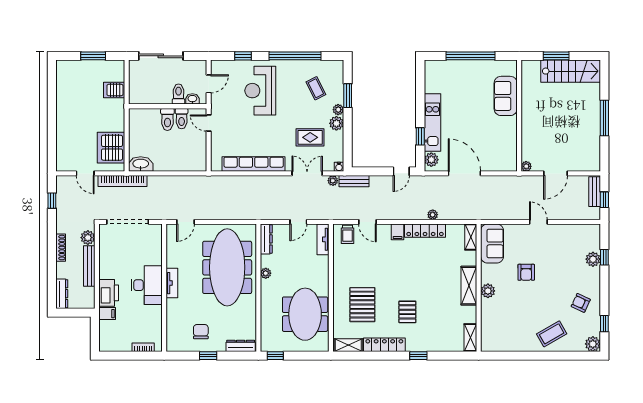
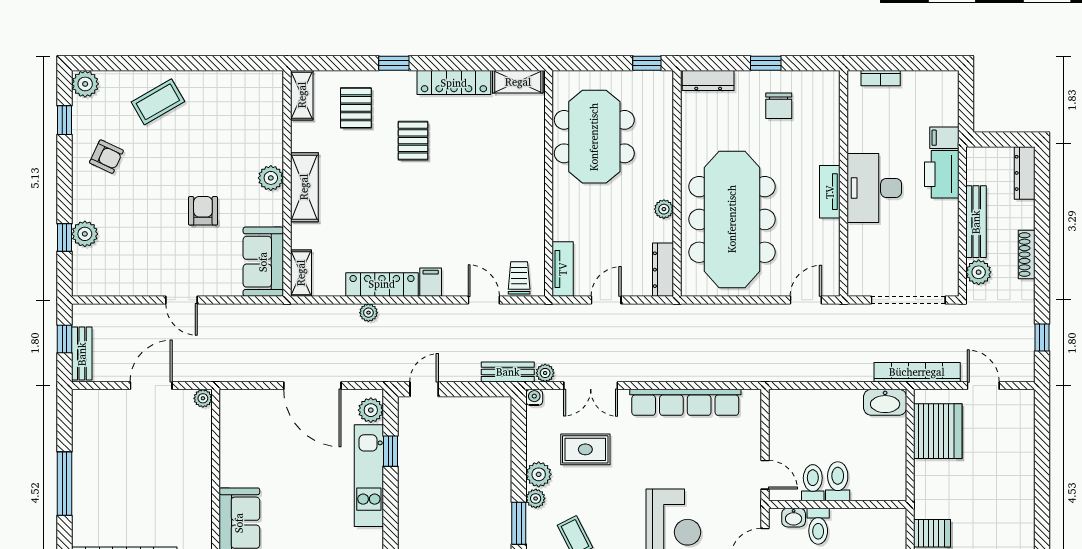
pallet: (362, 305) -> (356, 108), moved, width x0.67, depth x0.71

